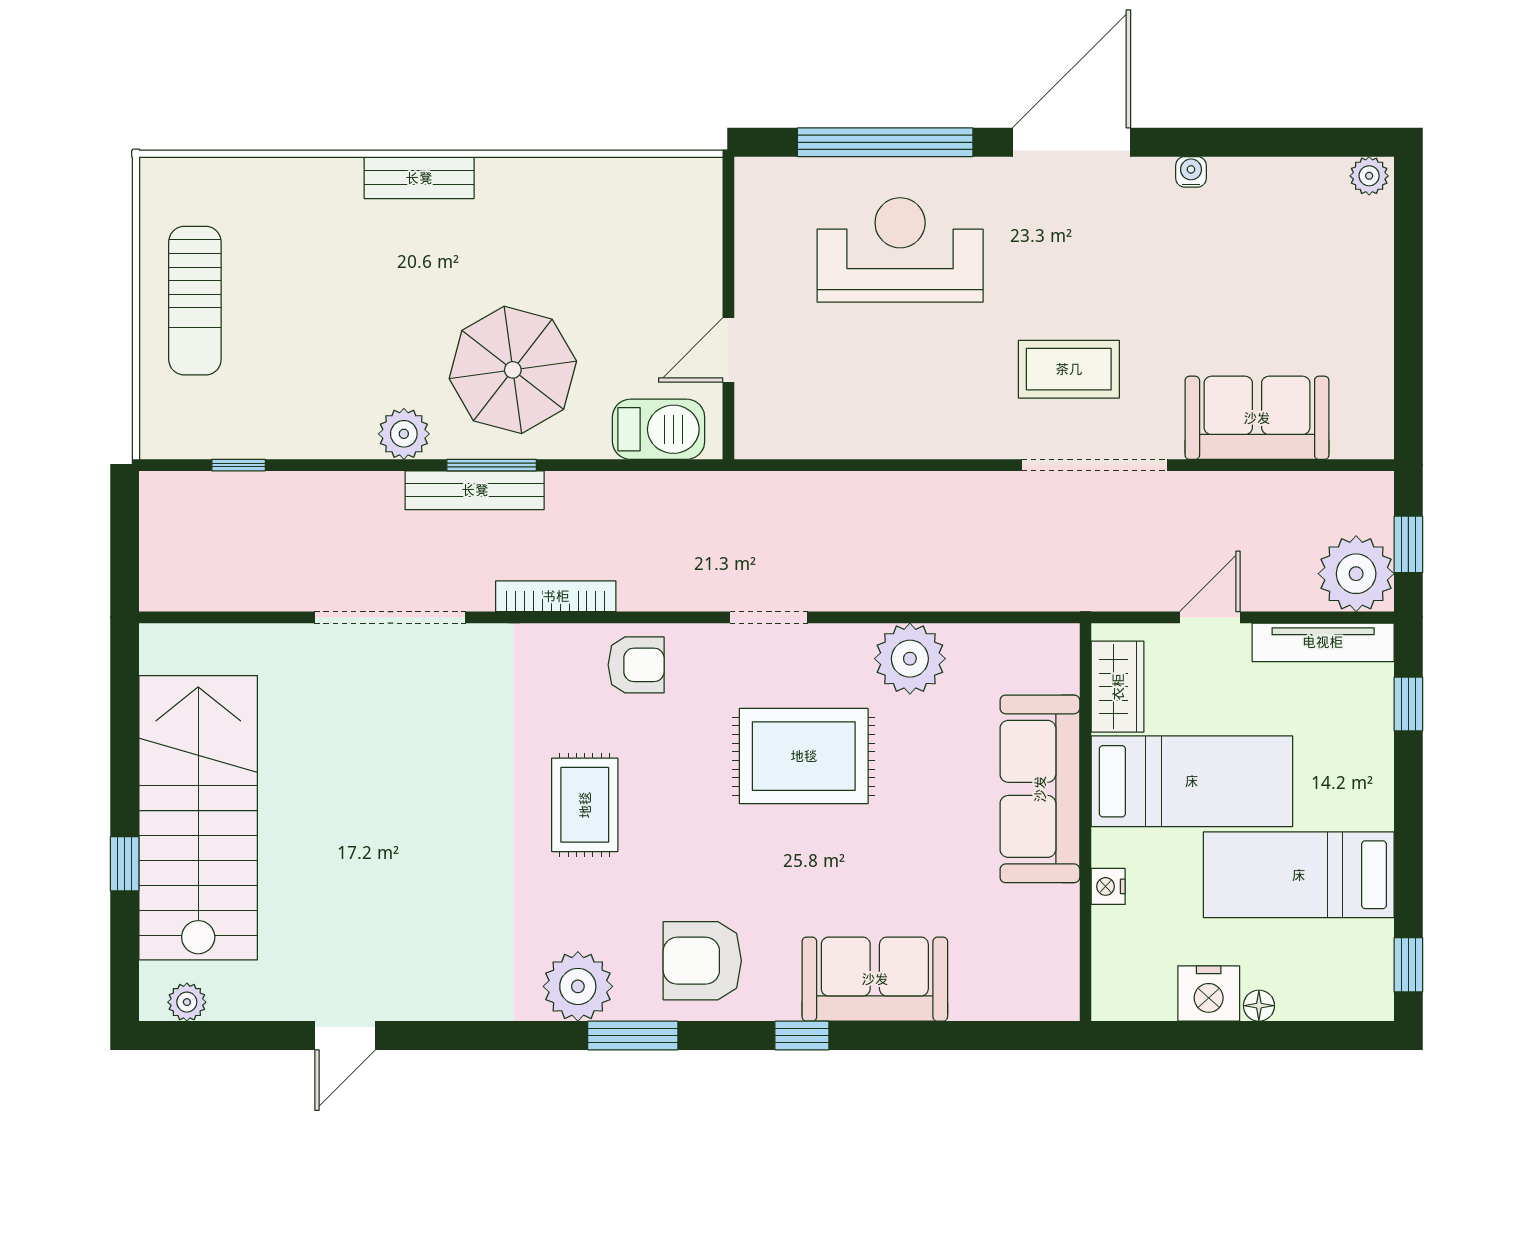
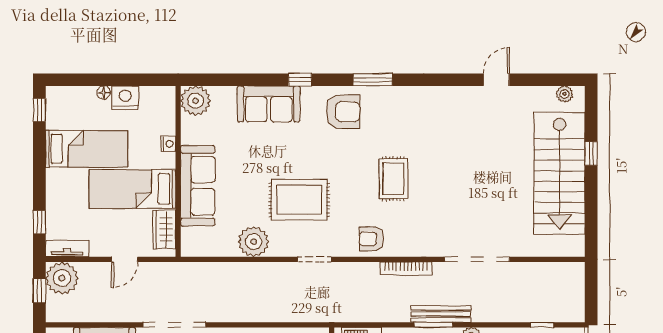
tv unit: (1323, 642) -> (67, 249), width x0.71
plant: (578, 986) -> (196, 101), moved

